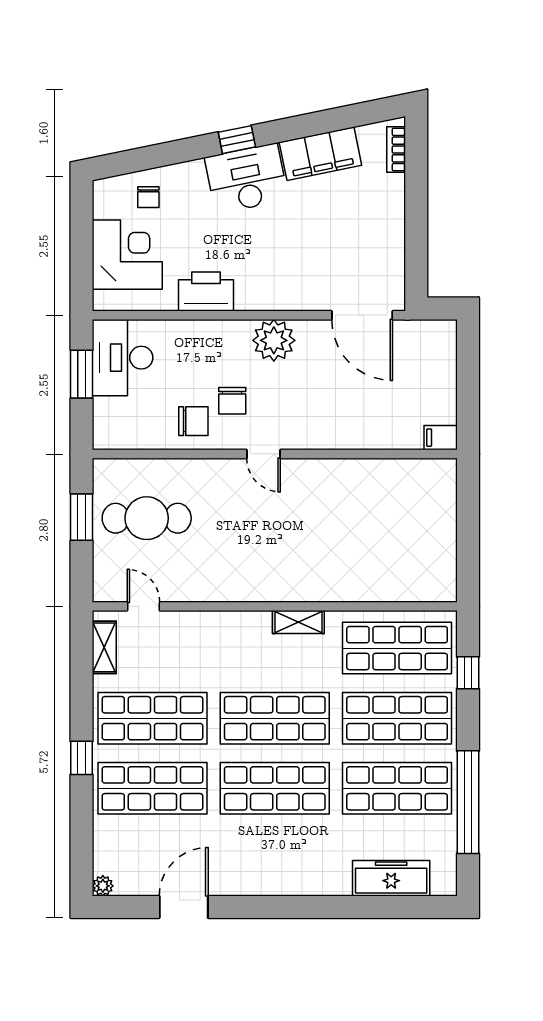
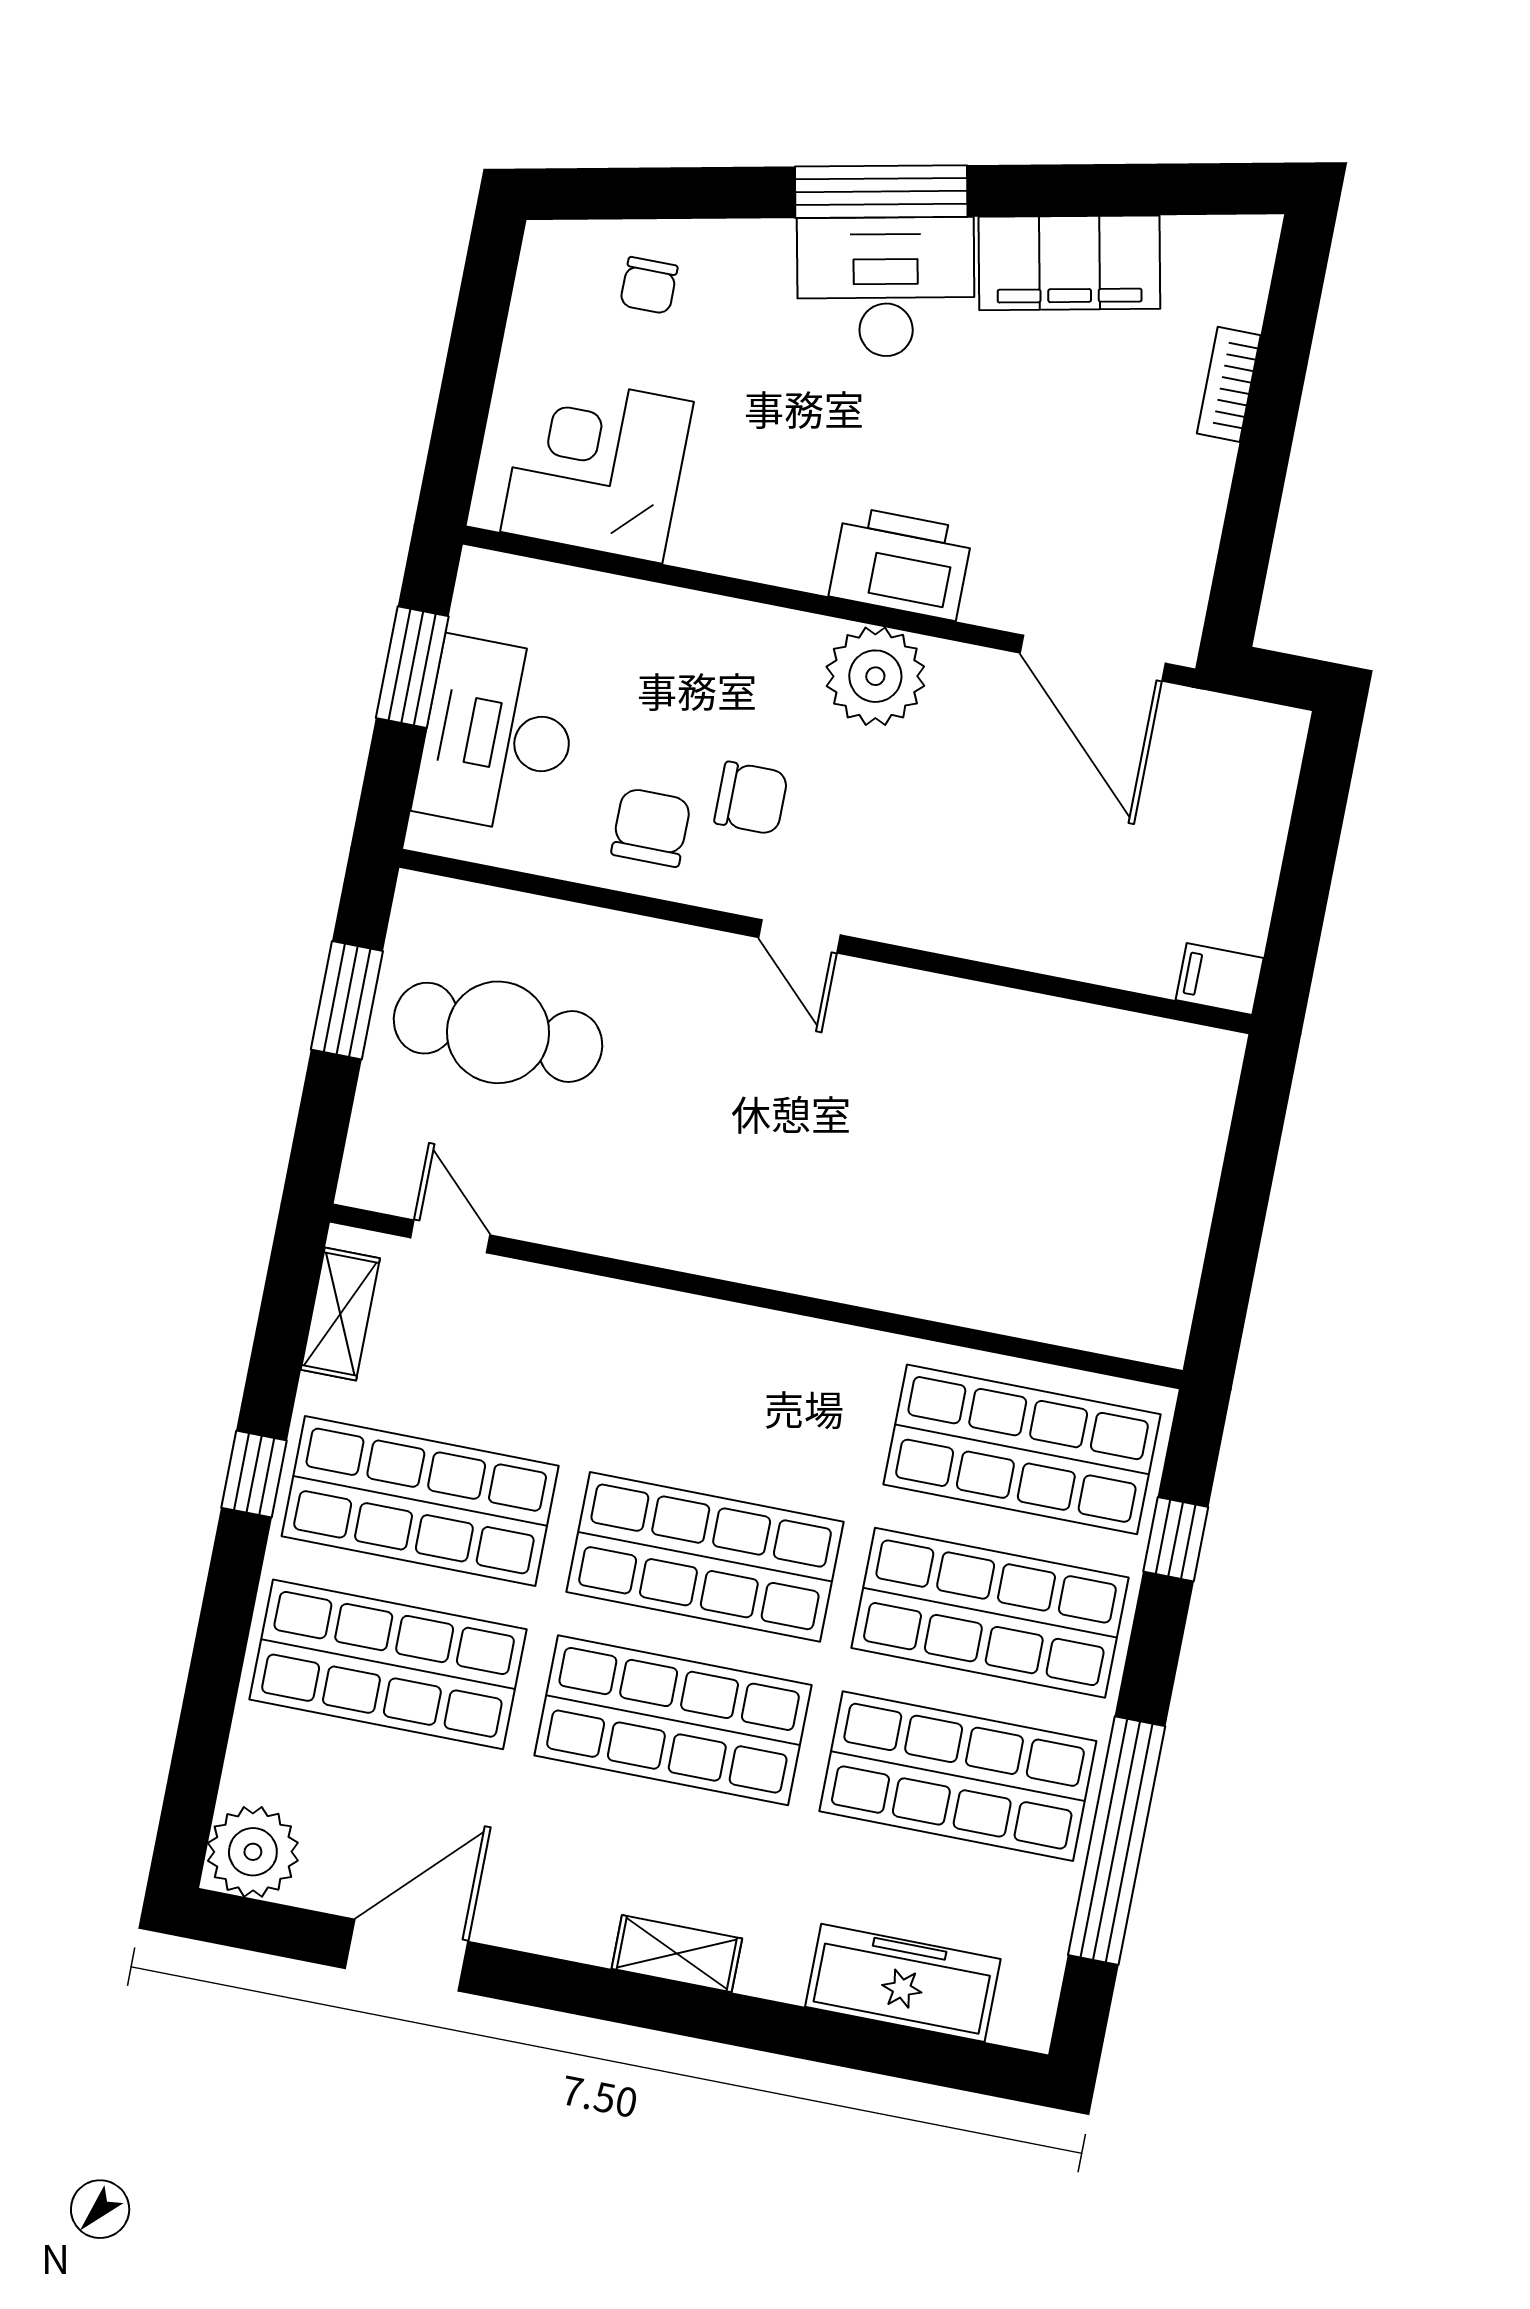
window: (237, 140) -> (881, 192), width x2.17
bookcase: (396, 150) -> (1229, 384), moved
corner desk: (127, 255) -> (597, 467), moved, turned -90
printer: (206, 292) -> (901, 563), moved
desk: (123, 358) -> (498, 735), moved
chair: (232, 401) -> (751, 798), turned -90
chair: (193, 421) -> (651, 827), turned -90
shelving: (298, 622) -> (677, 1954), moved
window: (82, 758) -> (254, 1474), moved
plant: (103, 886) -> (253, 1852), width x1.88, depth x1.88

